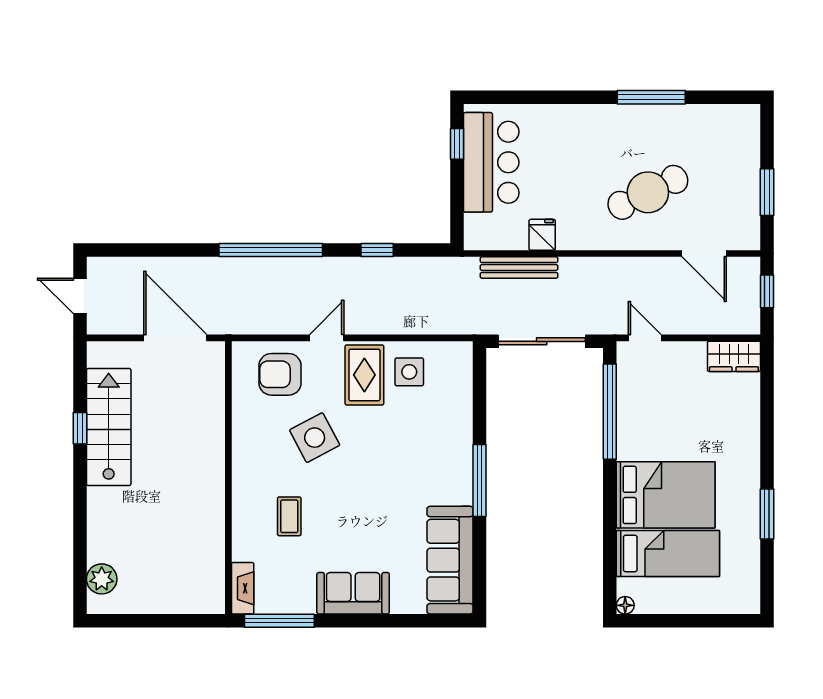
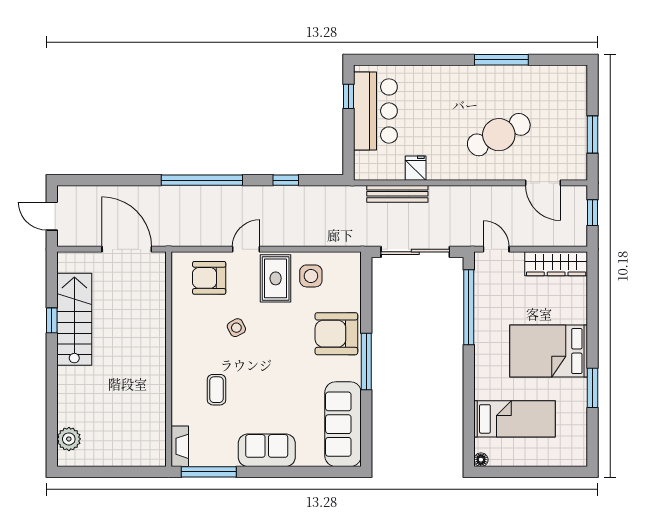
wardrobe: (734, 356) -> (556, 264), width x1.50
side table: (315, 438) -> (236, 328), width x0.54, depth x0.54
armchair: (442, 445) -> (336, 334), added
bed: (666, 495) -> (549, 351), moved, turned 180

